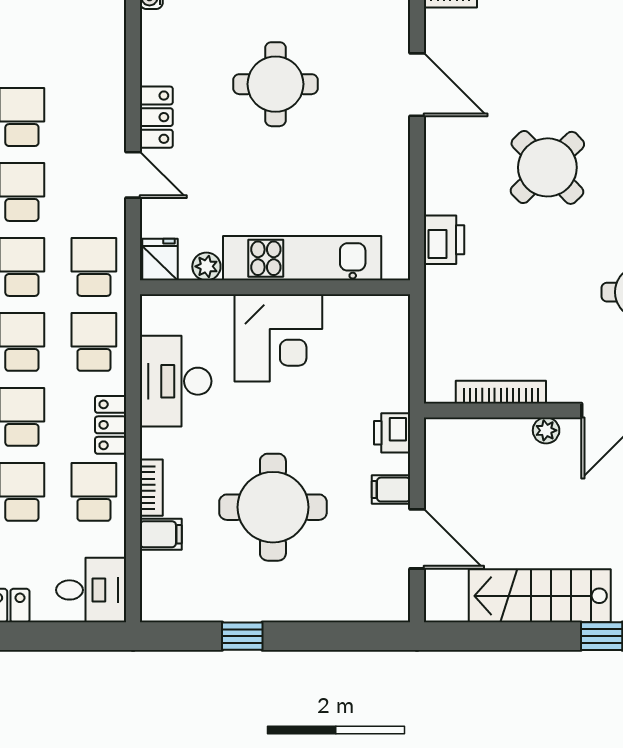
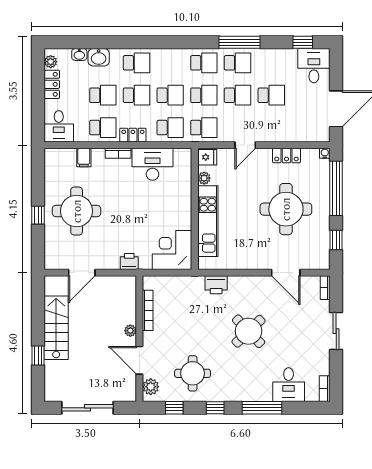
round table: (275, 84) -> (286, 209), width x1.36, depth x1.36
door: (417, 85) -> (286, 273), hinge flipped
locker: (156, 117) -> (286, 156), moved
corner desk: (278, 338) -> (172, 250), moved, turned 90
bookcase: (151, 488) -> (118, 153), moved
filing cabinet: (391, 490) -> (104, 261), removed
round table: (273, 507) -> (77, 211), moved
window: (242, 636) -> (38, 215), moved

